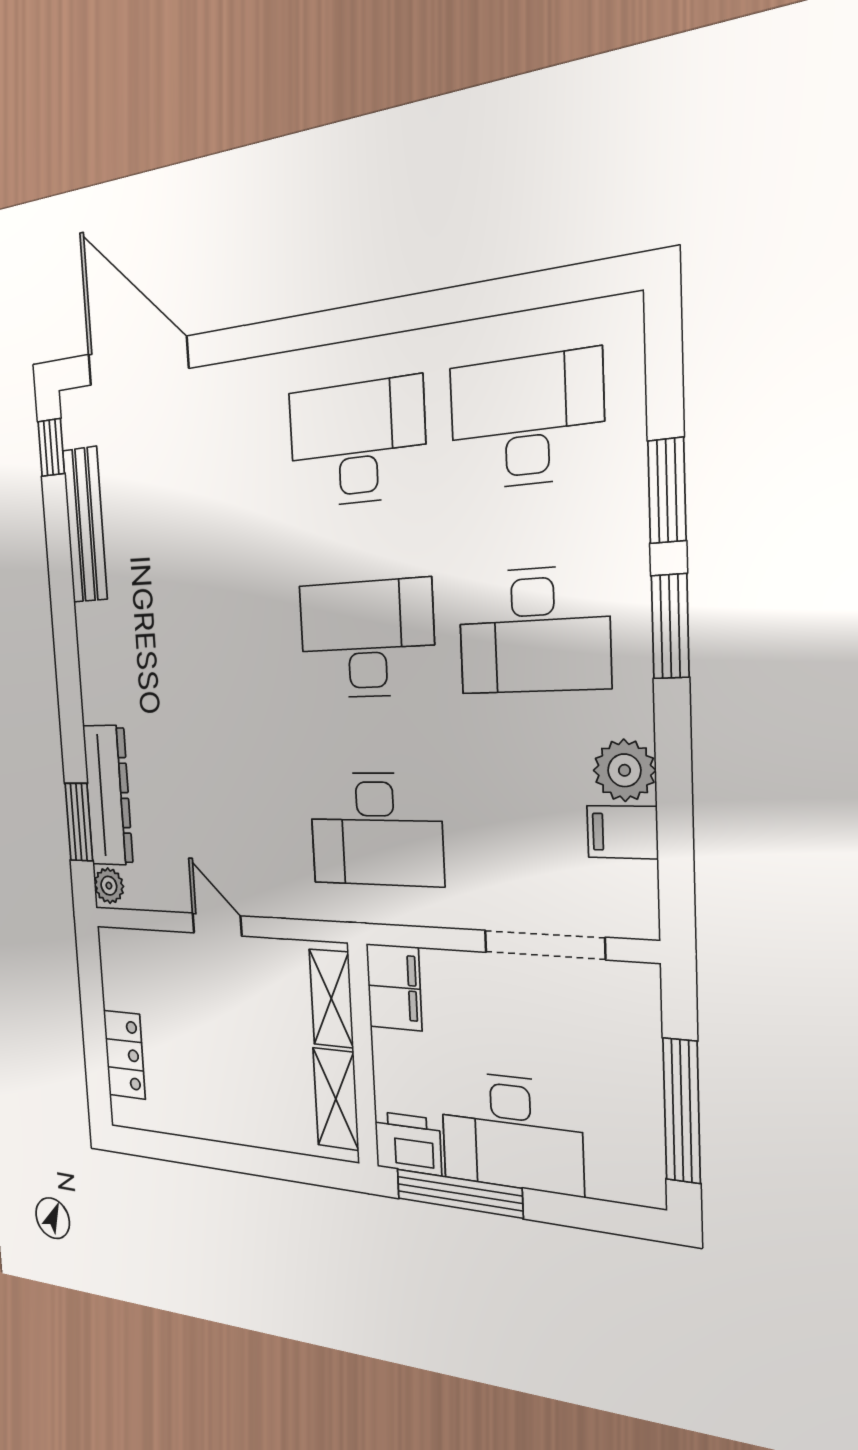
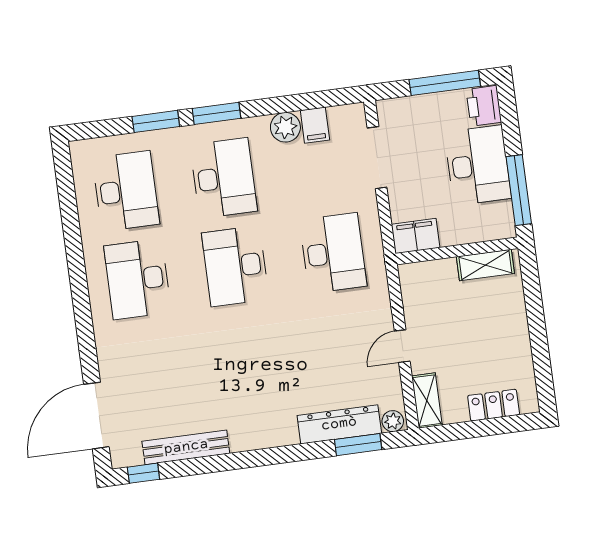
desk: (526, 421) -> (126, 191), turned 180
shelving: (331, 998) -> (427, 401), moved, turned 90
printer: (408, 1143) -> (484, 106), moved

